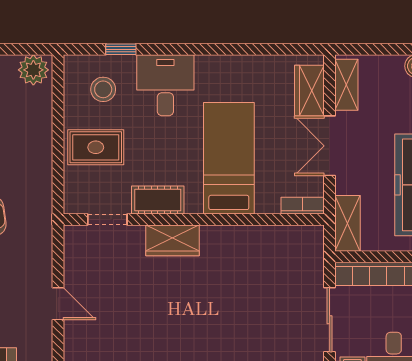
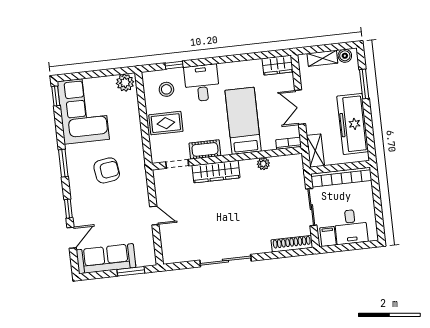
shelving: (346, 85) -> (322, 58), moved, turned 90
wardrobe: (309, 91) -> (278, 65), moved, turned -90
plant: (255, 236) -> (263, 164), added
wardrobe: (172, 240) -> (216, 172), width x1.50

